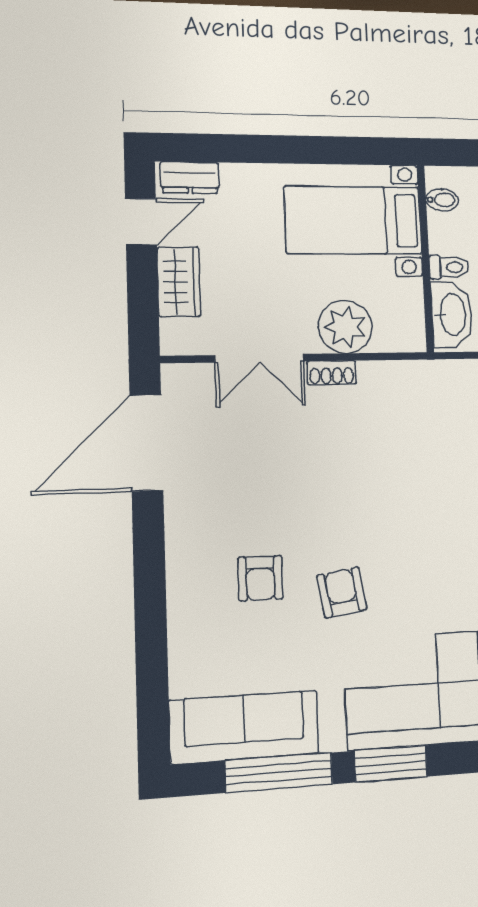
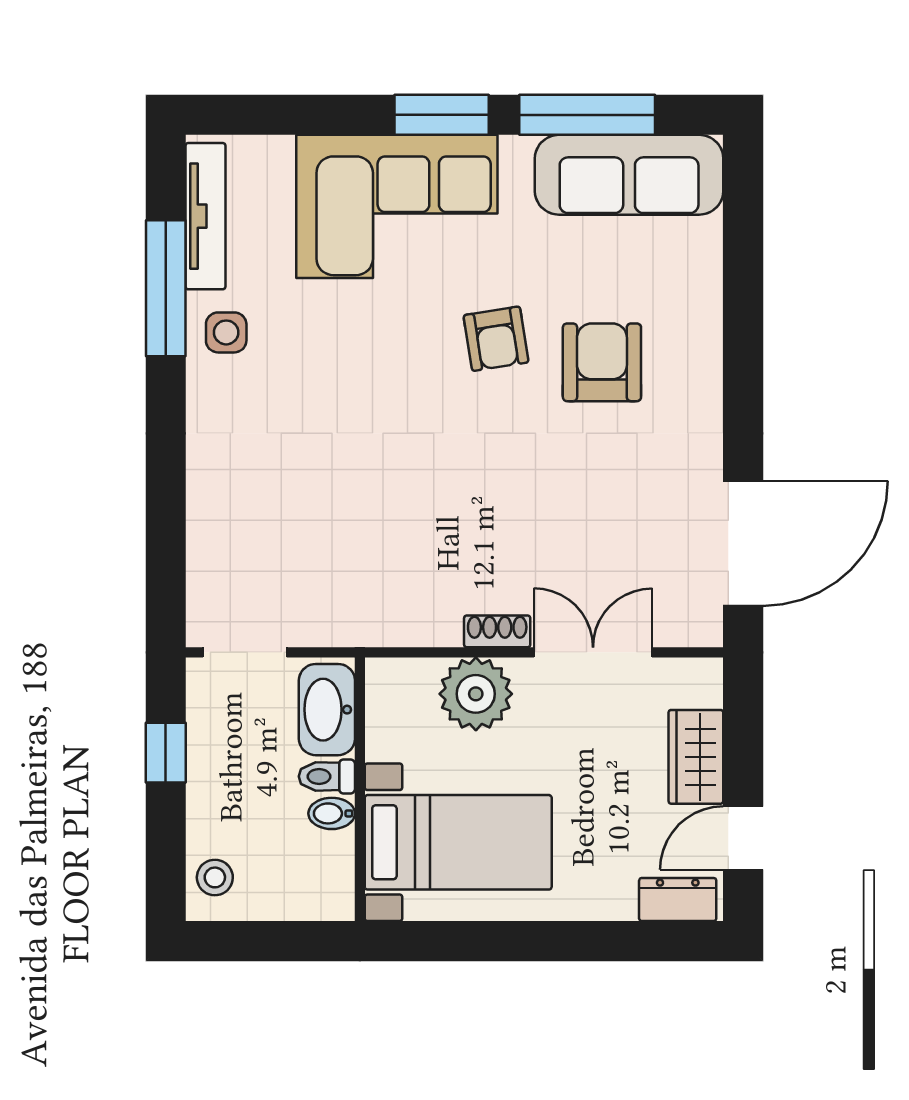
bidet: (442, 200) -> (332, 813), moved
armchair: (260, 578) -> (602, 362), width x1.38, depth x1.38

